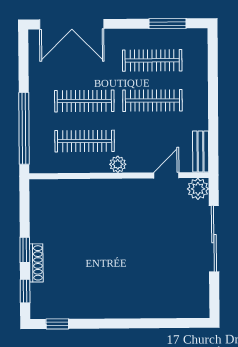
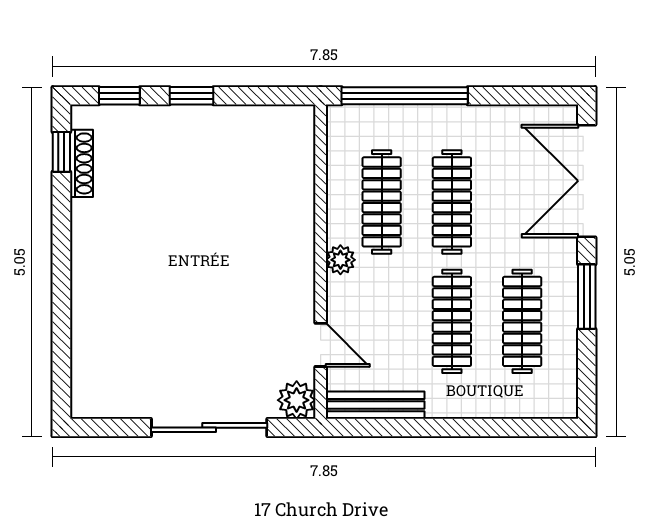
window: (167, 24) -> (587, 297), moved
bench: (201, 152) -> (375, 405), width x1.36
shoe rack: (36, 263) -> (81, 163), moved, turned -90

